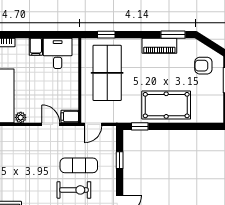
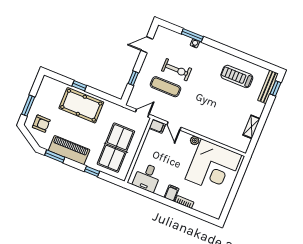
window: (106, 35) -> (92, 171), moved
piano: (159, 46) -> (69, 150), width x1.37, depth x1.33
filing cabinet: (36, 47) -> (172, 193), moved
window: (140, 126) -> (79, 86), moved
exercise bike: (74, 190) -> (177, 70), turned 180

